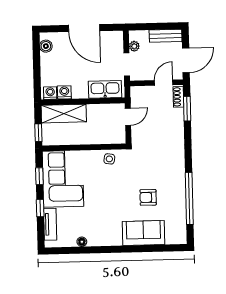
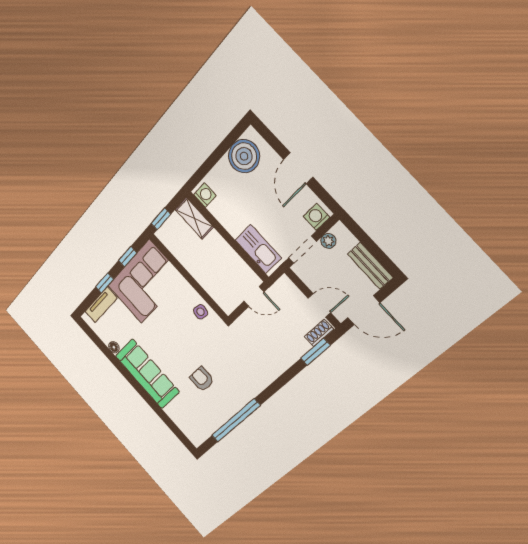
door: (84, 28) -> (298, 168), width x0.73
boiler: (46, 46) -> (244, 156), width x1.86, depth x1.86
washing machine: (64, 92) -> (317, 217), moved, turned -90
shelving: (64, 114) -> (194, 218), width x0.67, depth x0.75
sofa: (144, 233) -> (147, 374), moved, width x1.36

